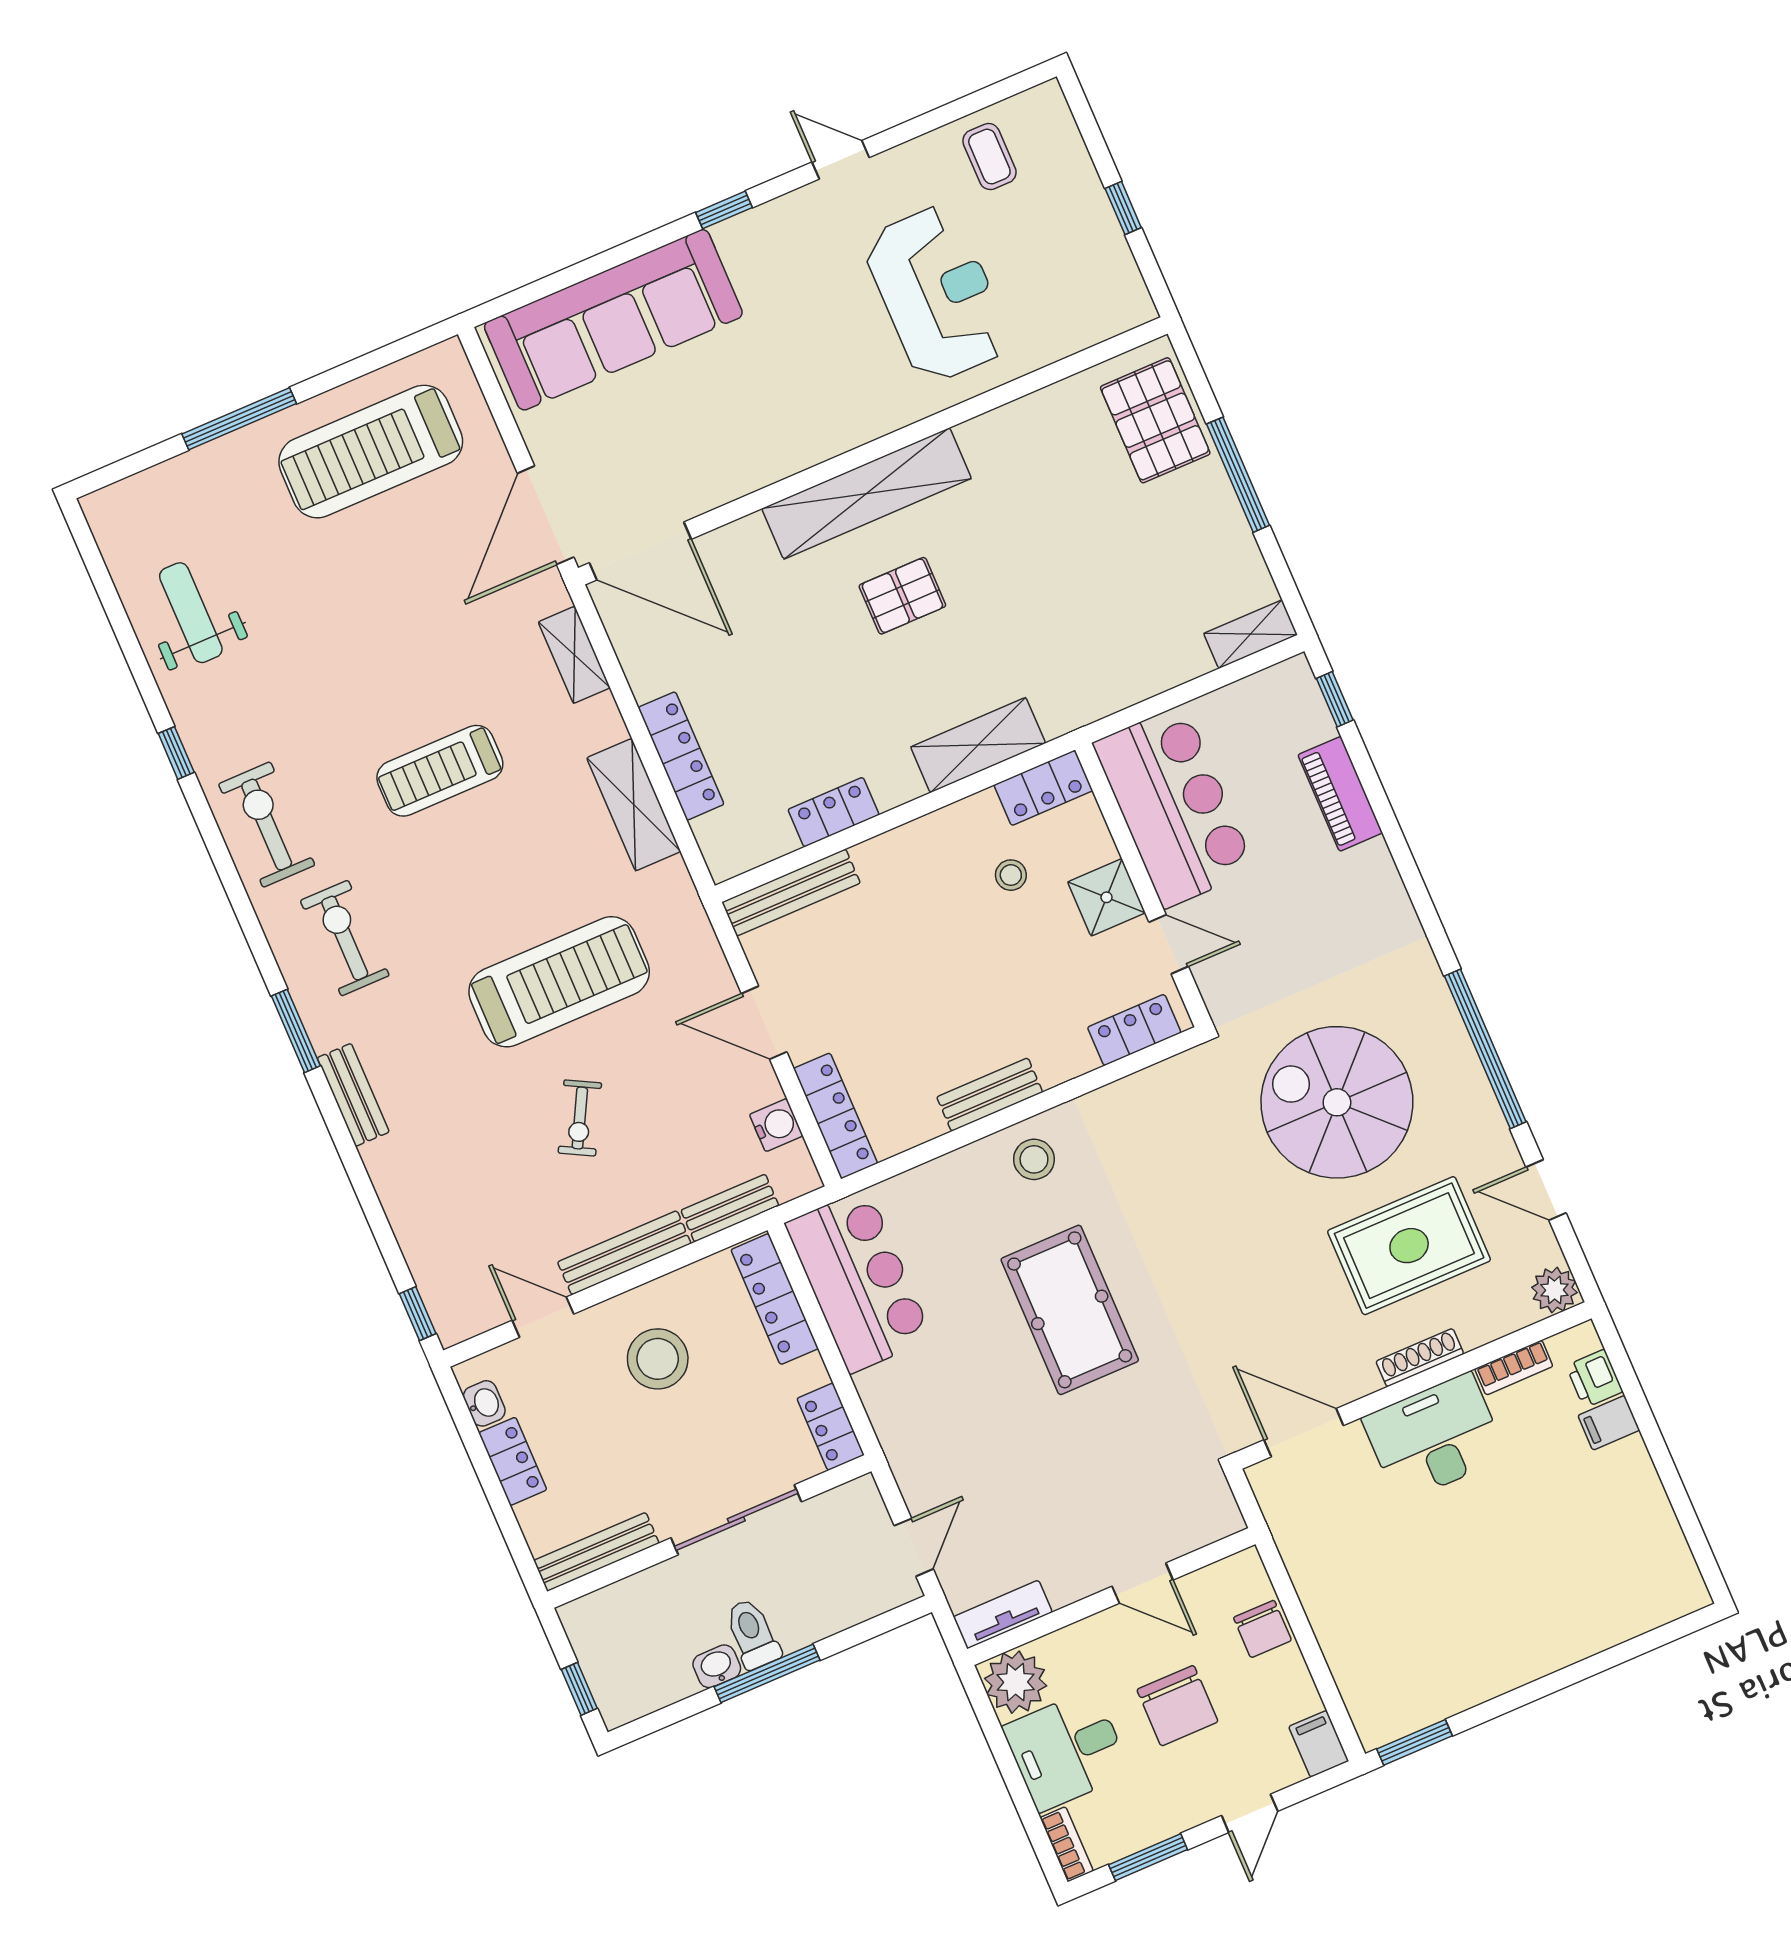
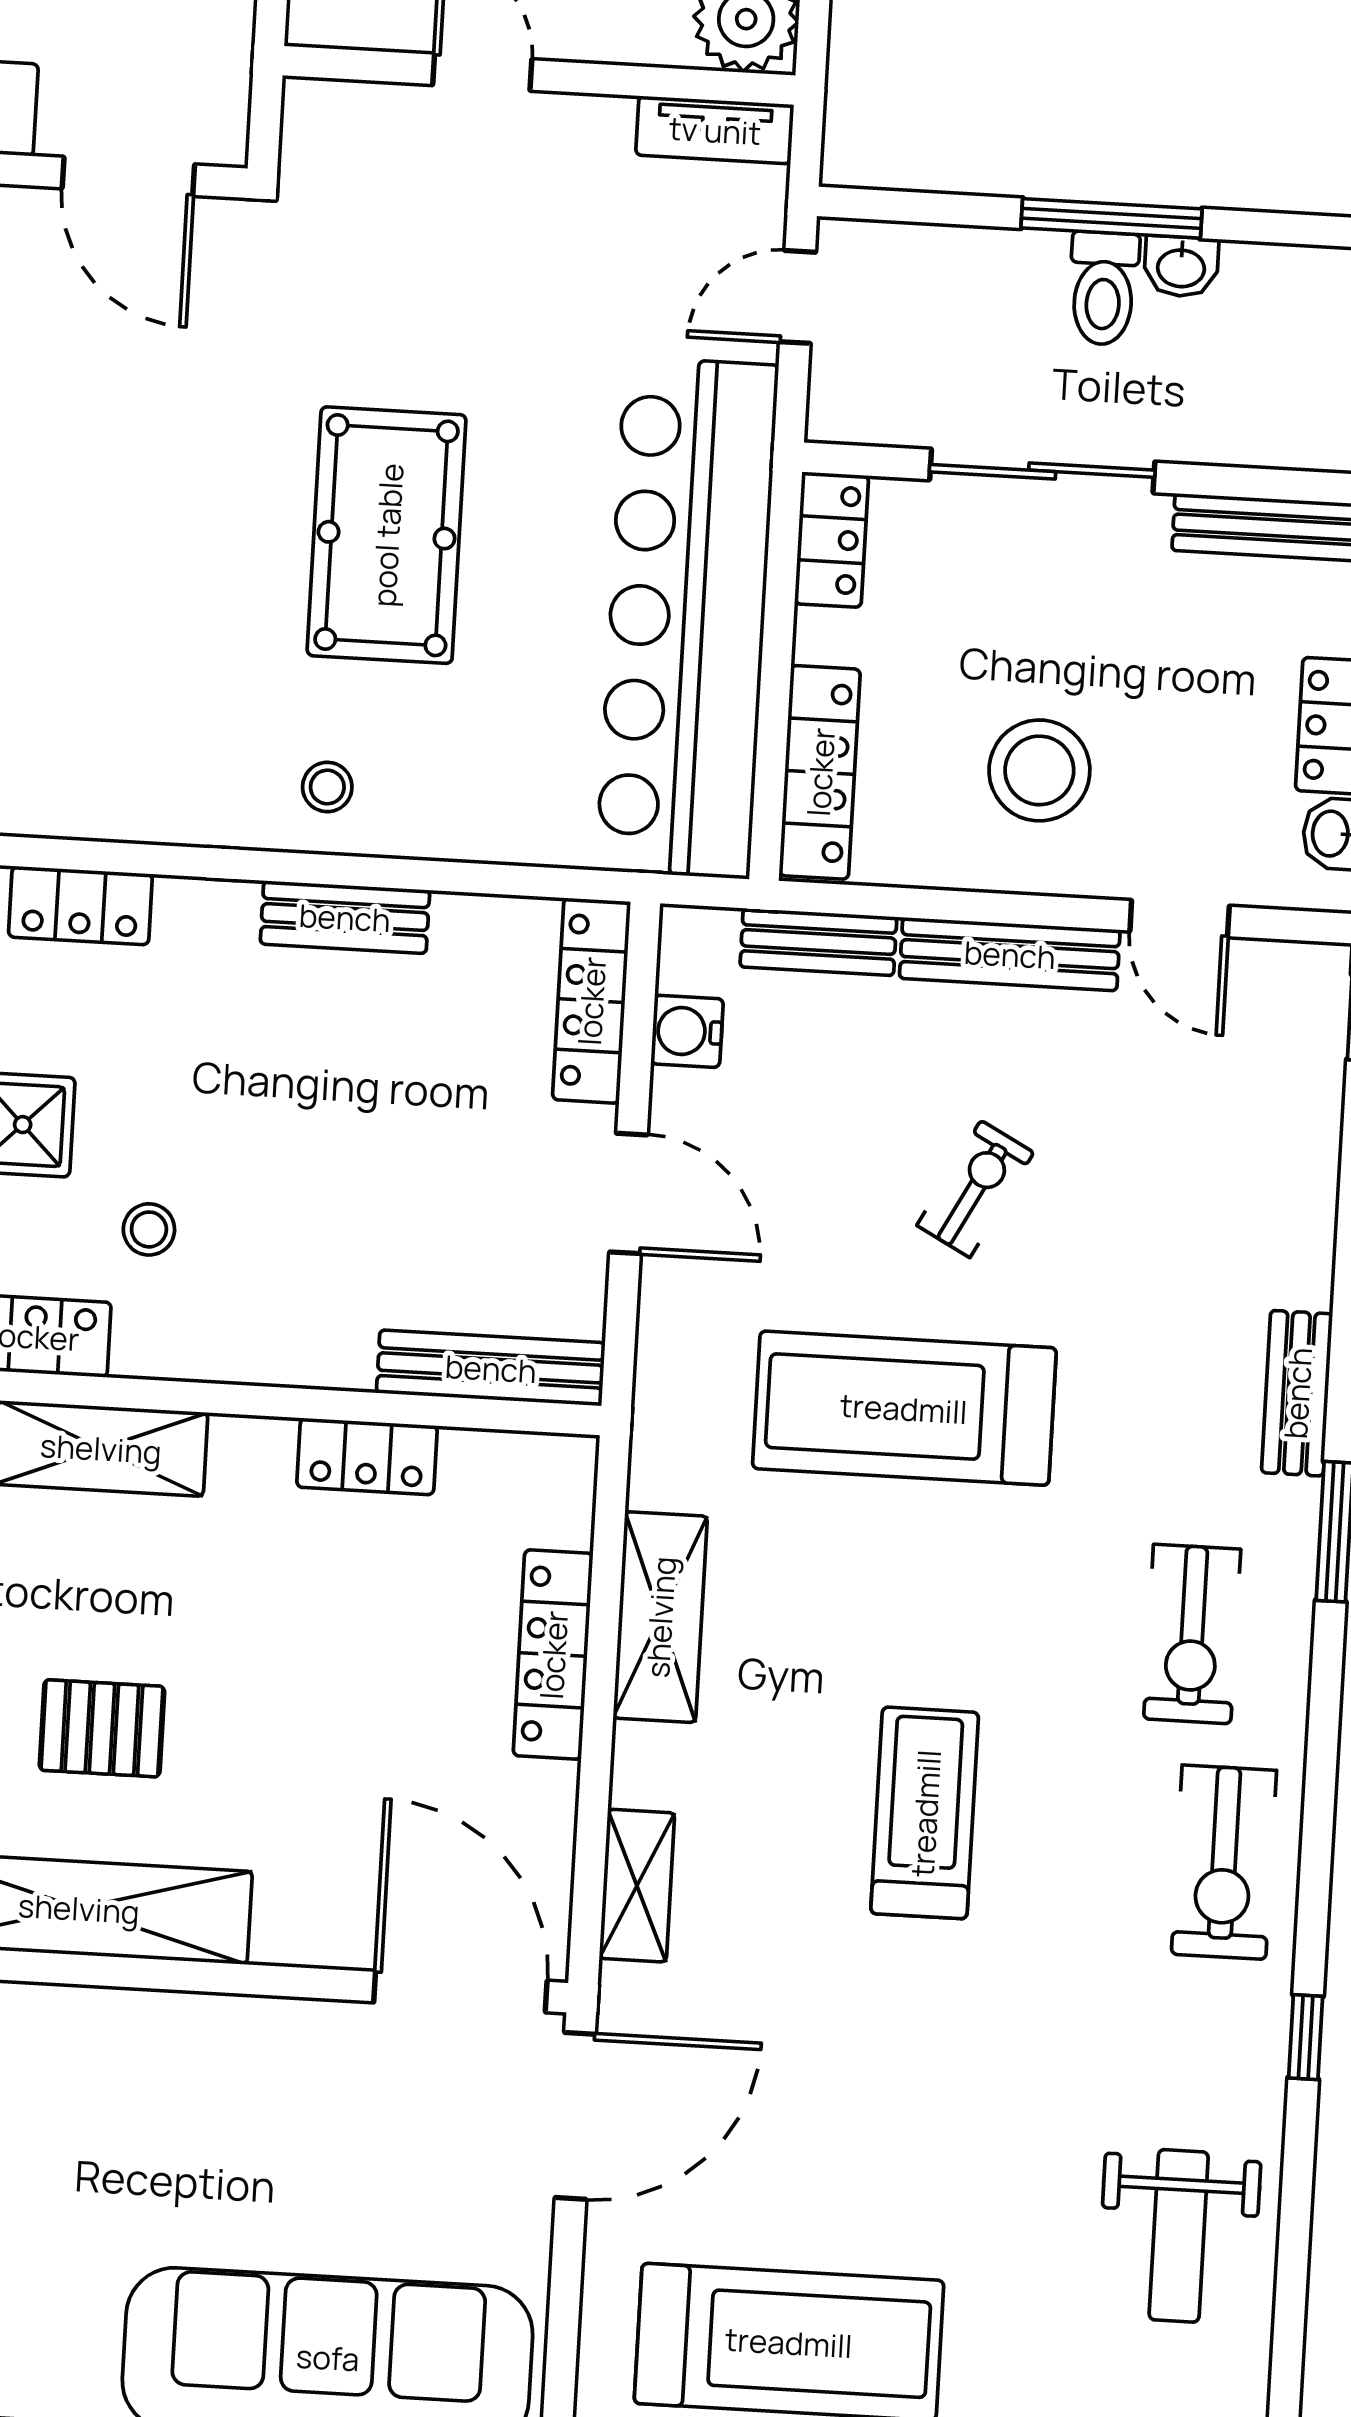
treadmill: (440, 771) -> (925, 1813), turned -90
stool: (1034, 1159) -> (327, 787), width x0.73, depth x0.73
bar counter: (859, 1281) -> (687, 618), width x1.86

